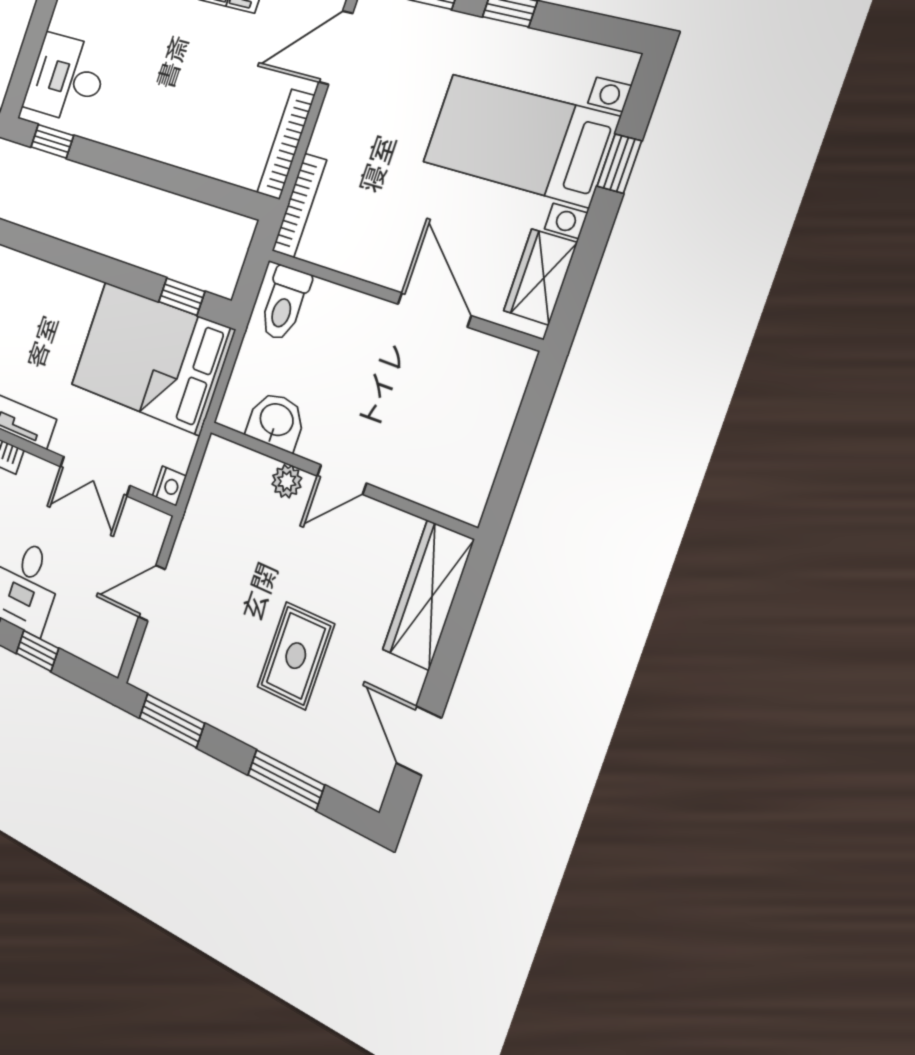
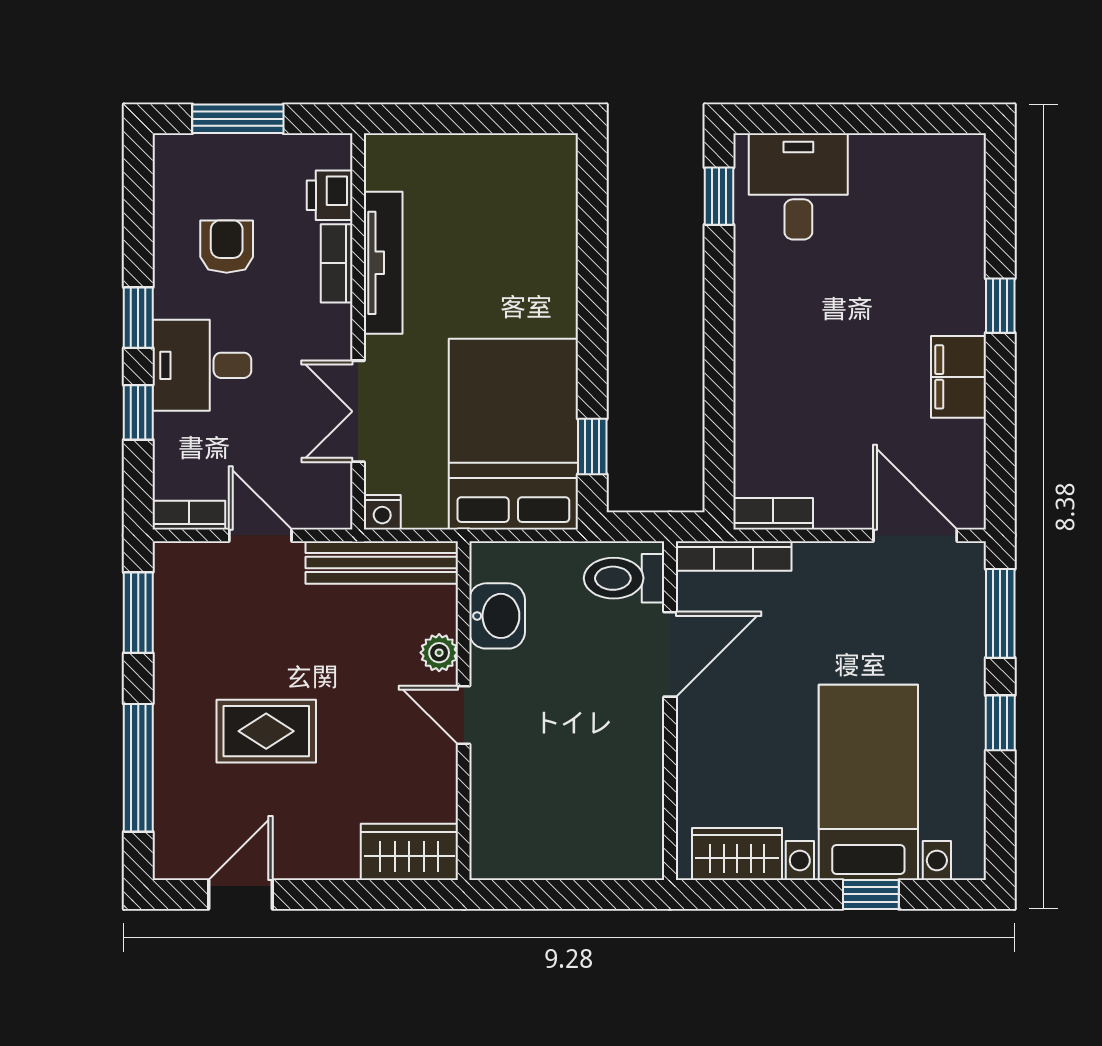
bookcase: (286, 144) -> (773, 514), width x0.64
door: (434, 310) -> (670, 654), moved
bench: (205, 502) -> (382, 562), added
wardrobe: (428, 595) -> (409, 852), width x0.67
bookcase: (118, 645) -> (189, 515), added
window: (286, 780) -> (138, 768), width x1.44

